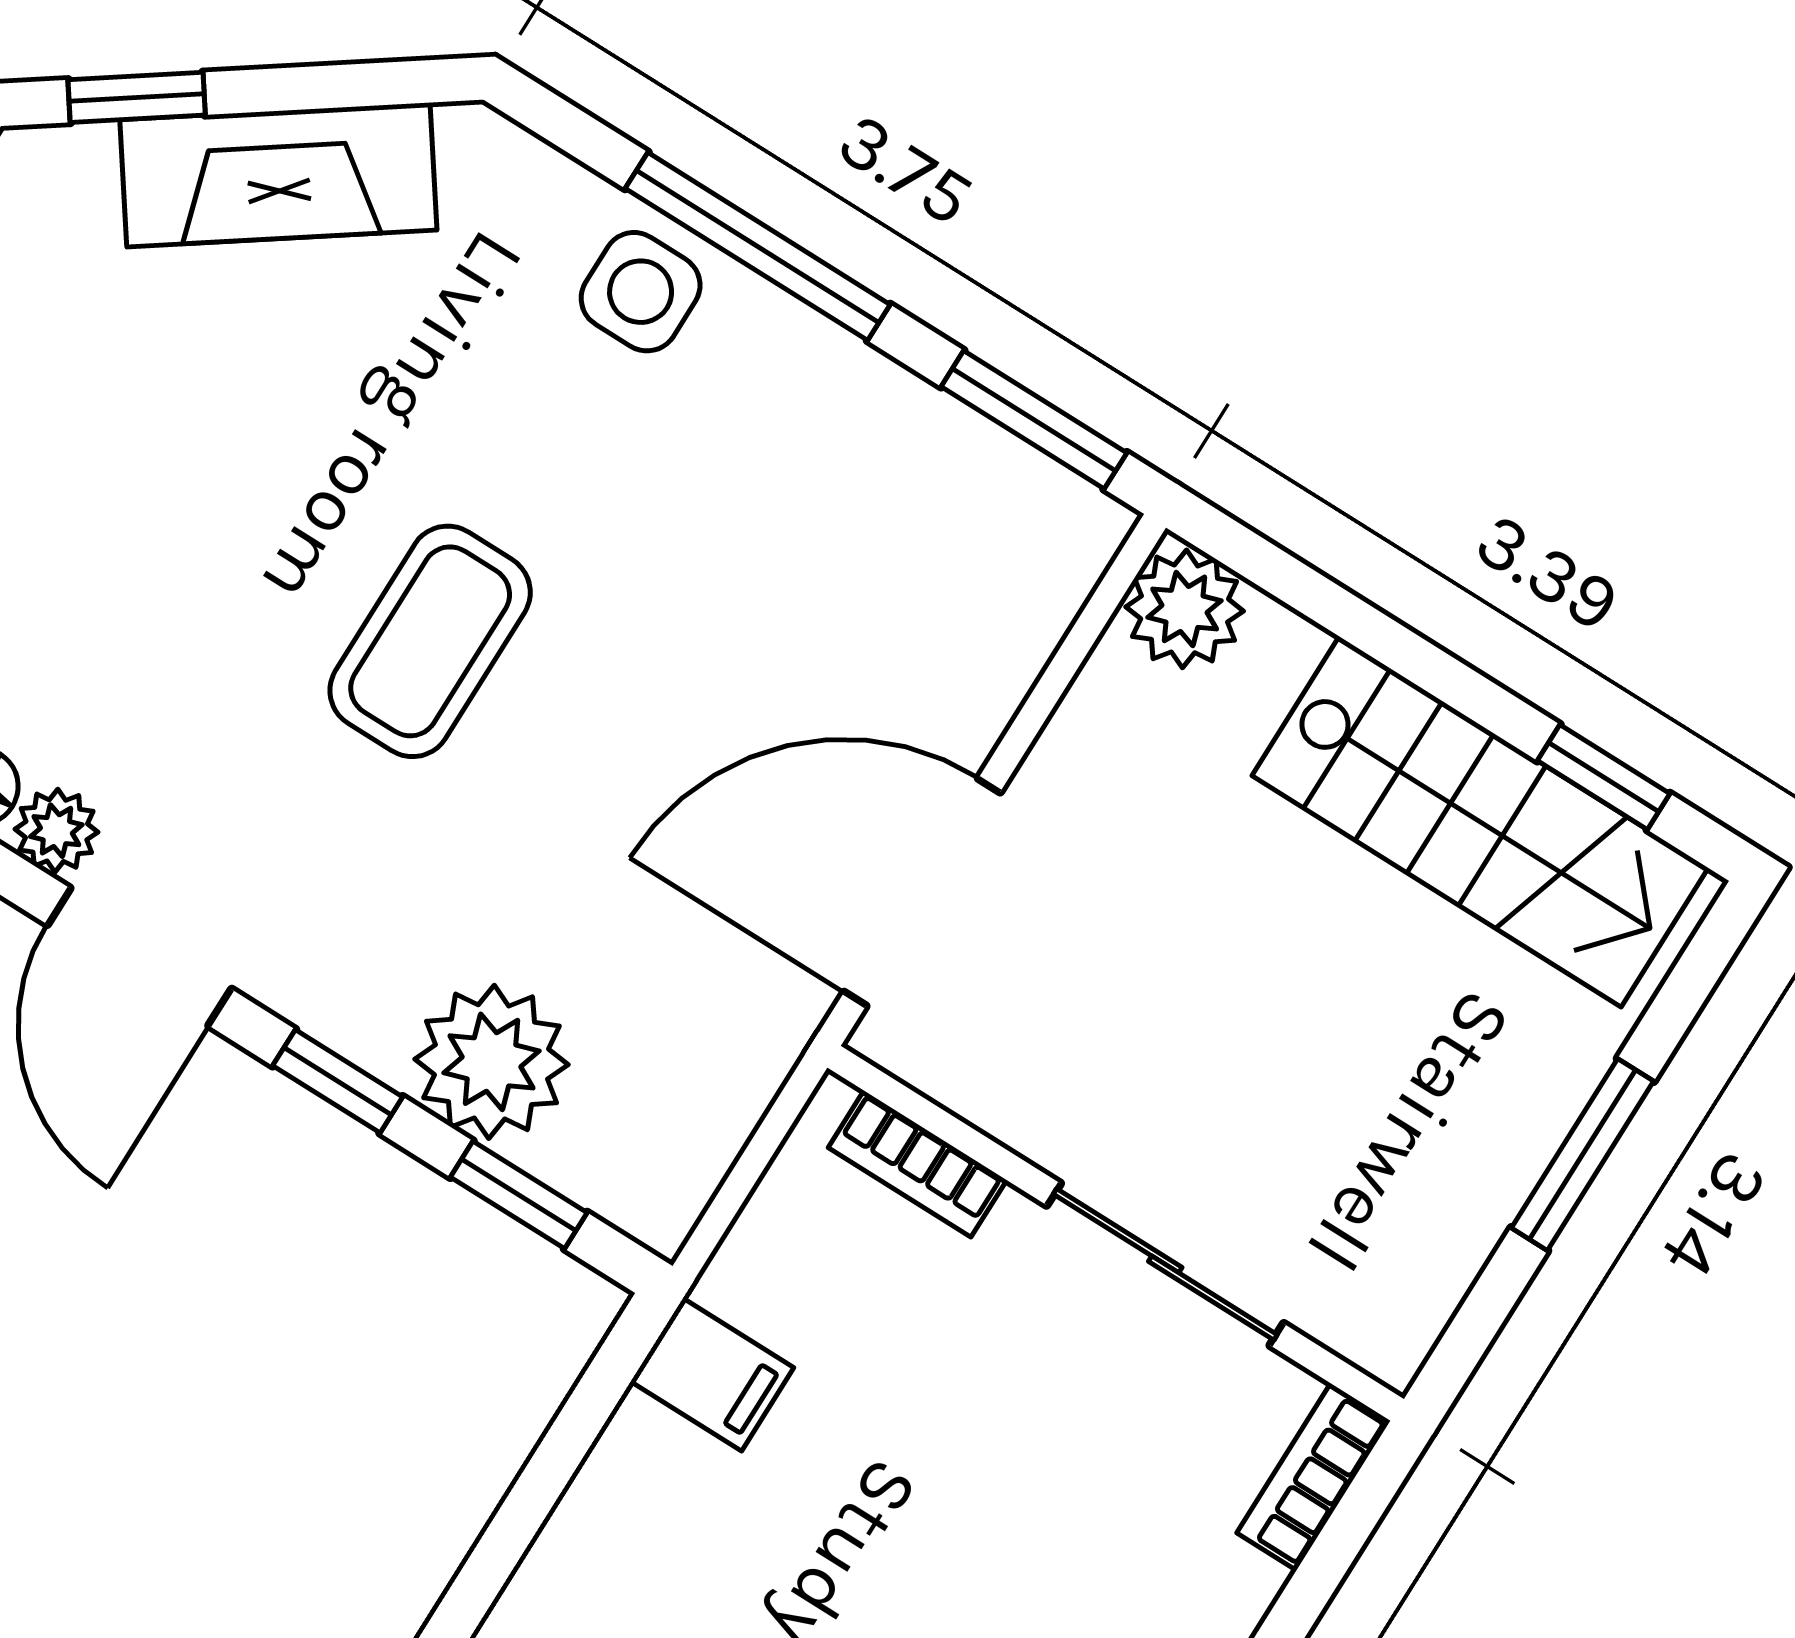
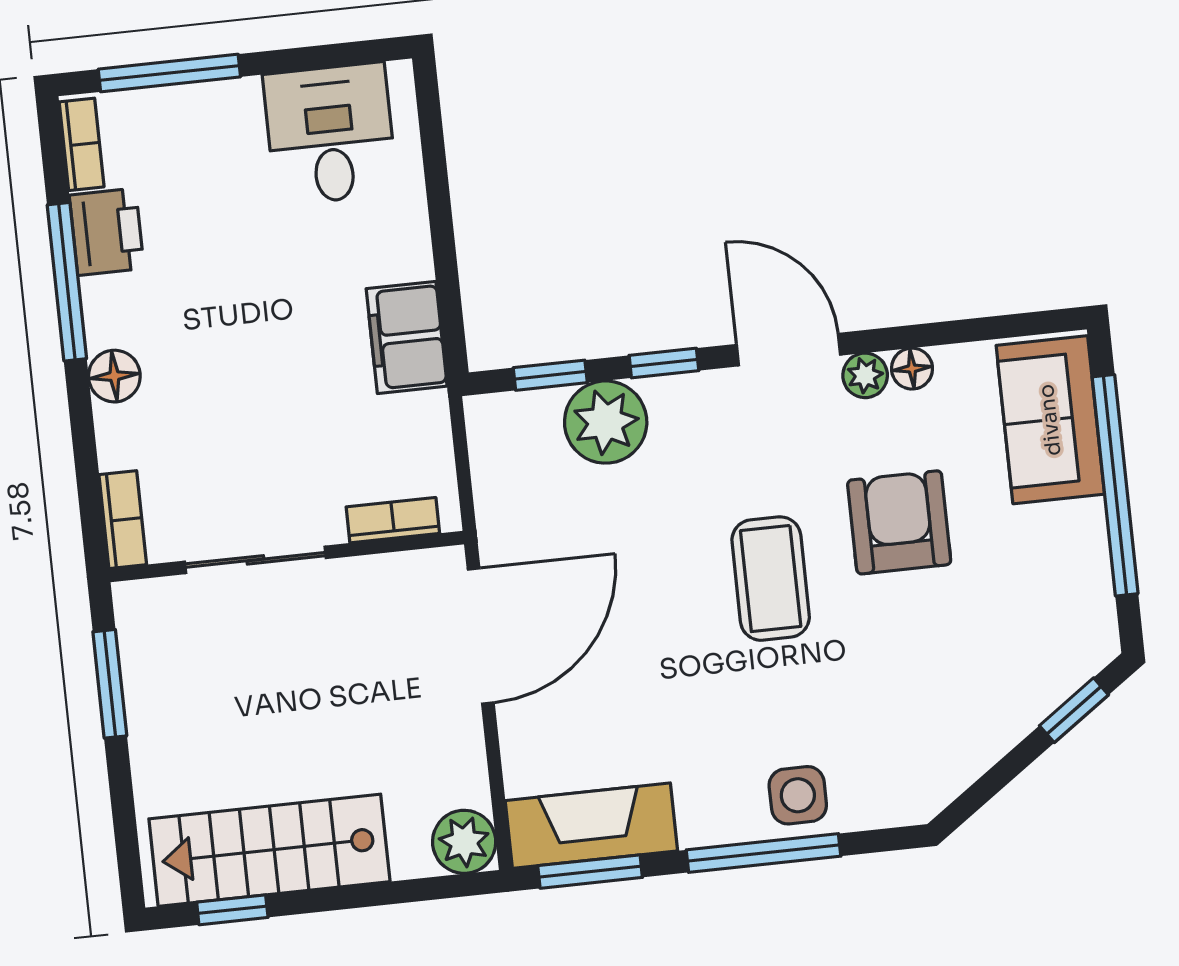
fireplace: (278, 175) -> (591, 826), moved, turned 35
armchair: (176, 575) -> (899, 522), added
window: (1582, 1155) -> (110, 684), moved
filing cabinet: (712, 1375) -> (407, 337), width x2.00

